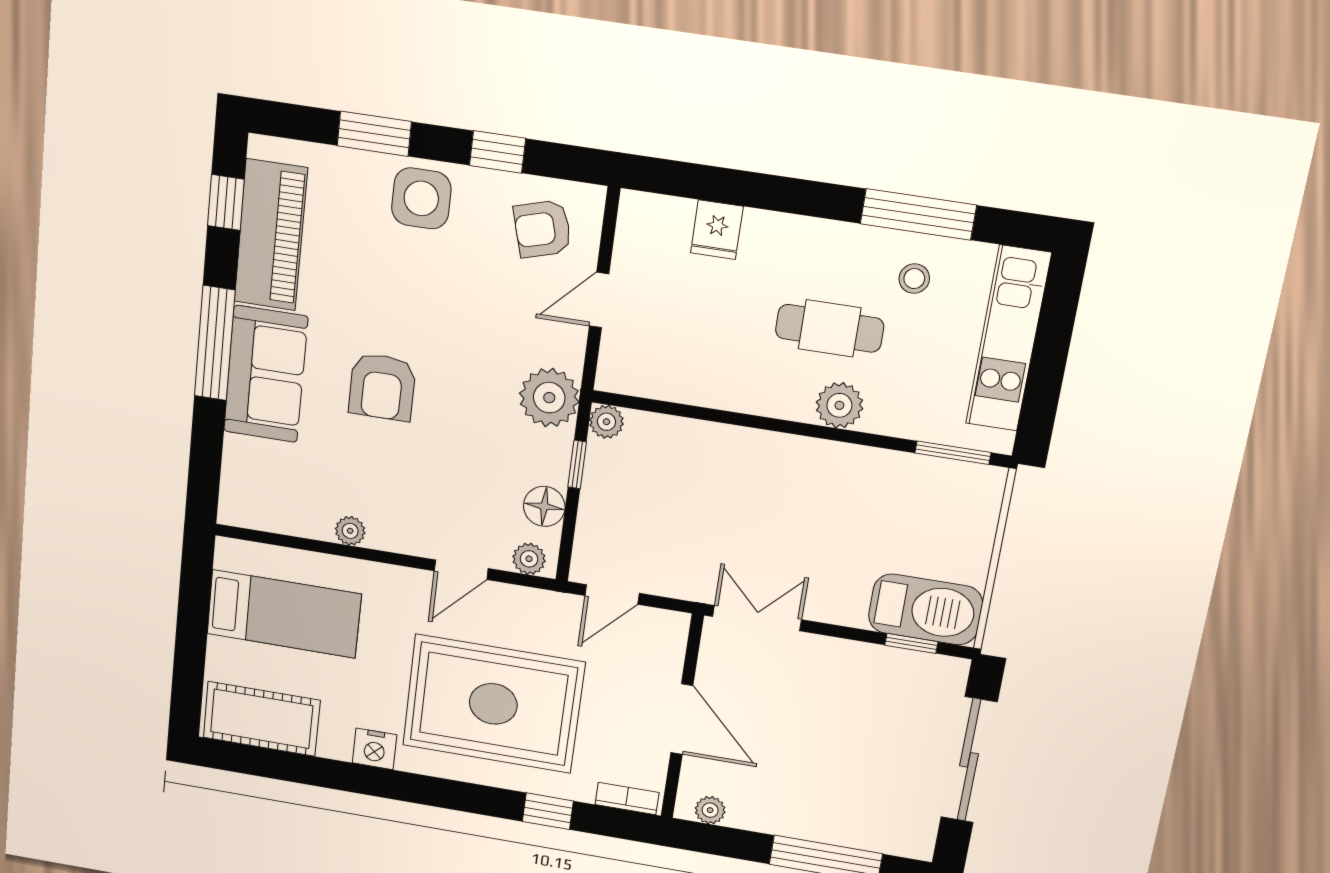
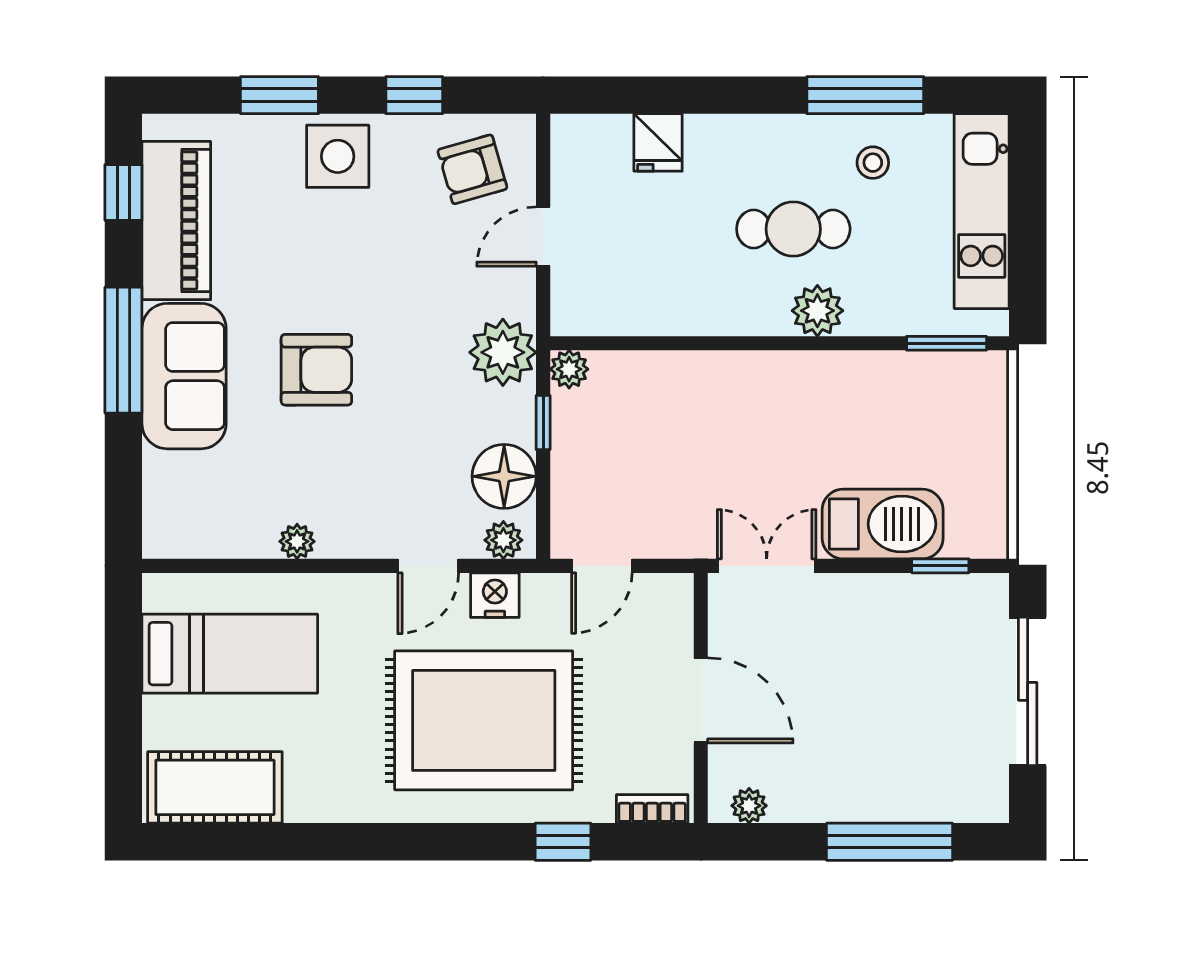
armchair: (382, 387) -> (316, 370), turned -90
floor lamp: (544, 506) -> (504, 476), width x1.38, depth x1.38
barbecue: (925, 610) -> (883, 524), moved
nightstand: (374, 749) -> (495, 595), moved, turned 180

